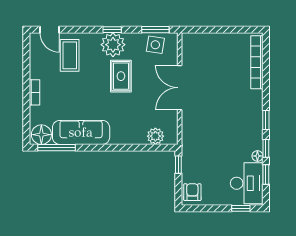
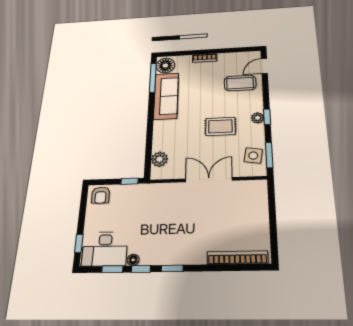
plant: (113, 45) -> (258, 118), width x0.53, depth x0.53
armchair: (192, 192) -> (101, 195), turned 90

